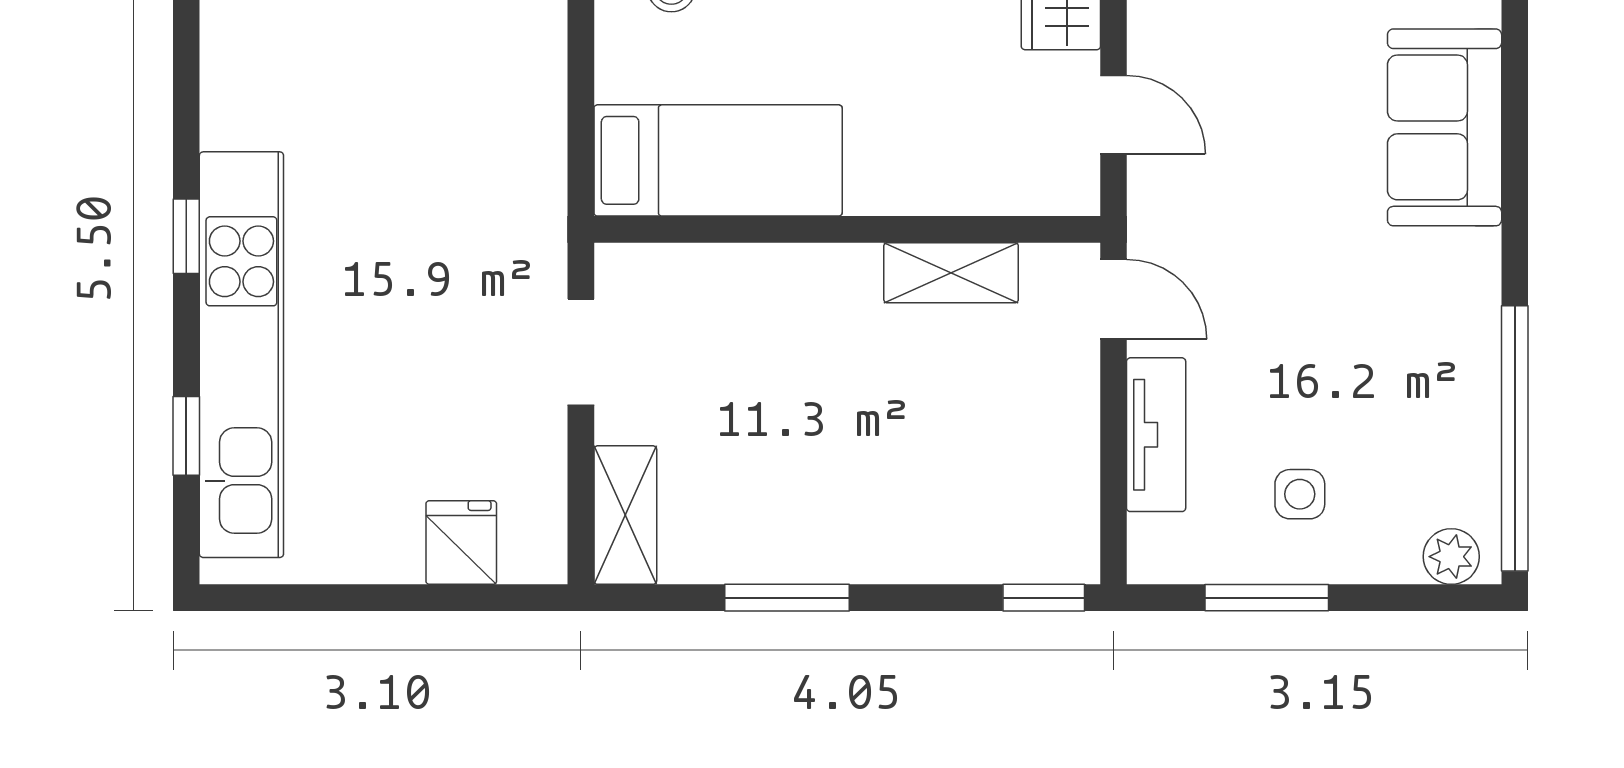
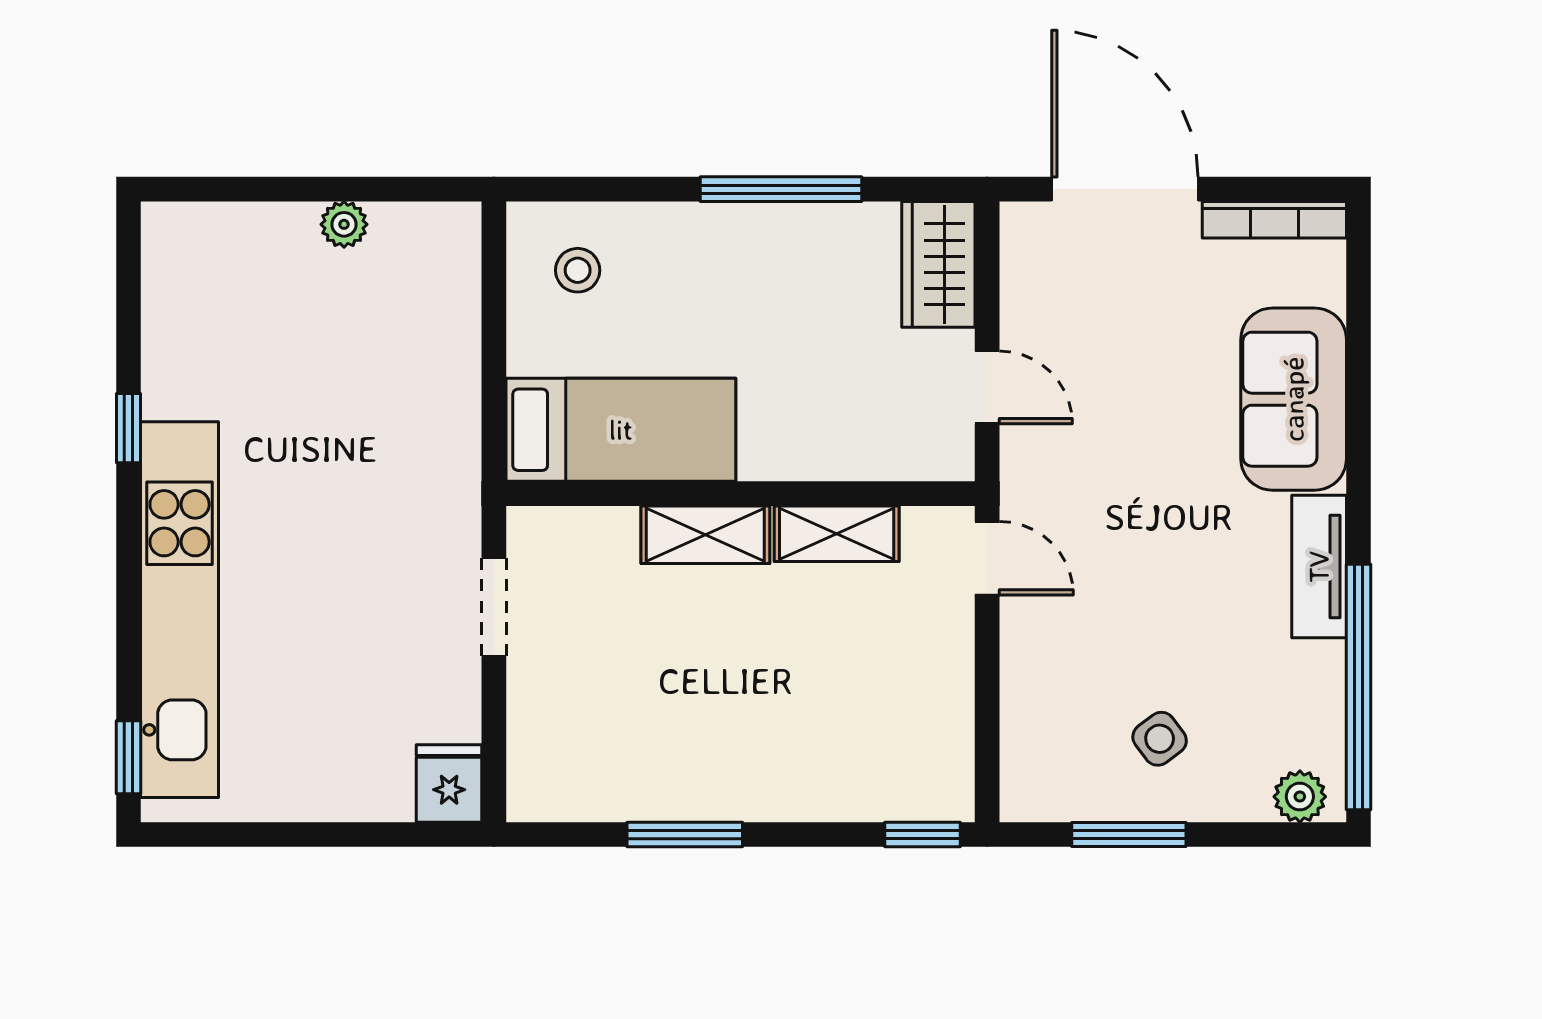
window: (186, 236) -> (129, 428), moved
tv unit: (1156, 435) -> (1319, 567), moved, turned 180
window: (186, 436) -> (129, 757), moved
side table: (1300, 494) -> (1160, 739), turned -37
shelving: (625, 515) -> (705, 535), moved, turned 90
fridge: (461, 542) -> (449, 784), moved

